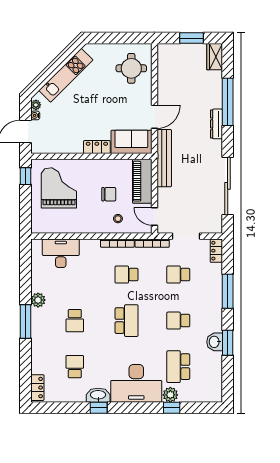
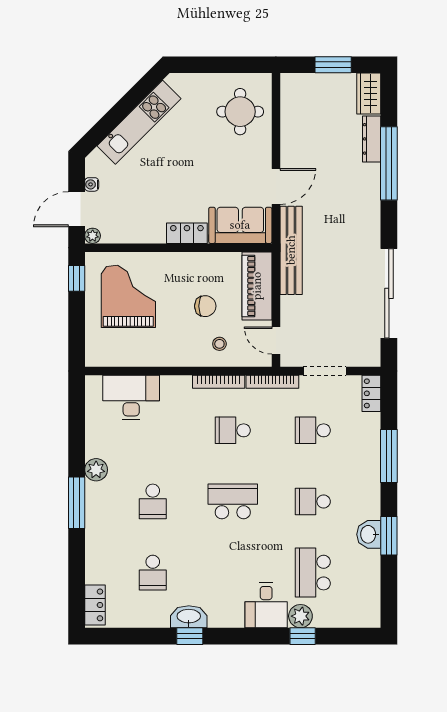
plant: (36, 105) -> (93, 236), moved
dresser: (216, 124) -> (372, 139), moved
school desk: (127, 321) -> (233, 501), turned -90
school desk: (75, 367) -> (153, 573), turned 180
desk: (136, 383) -> (266, 605), width x0.53, depth x0.77

